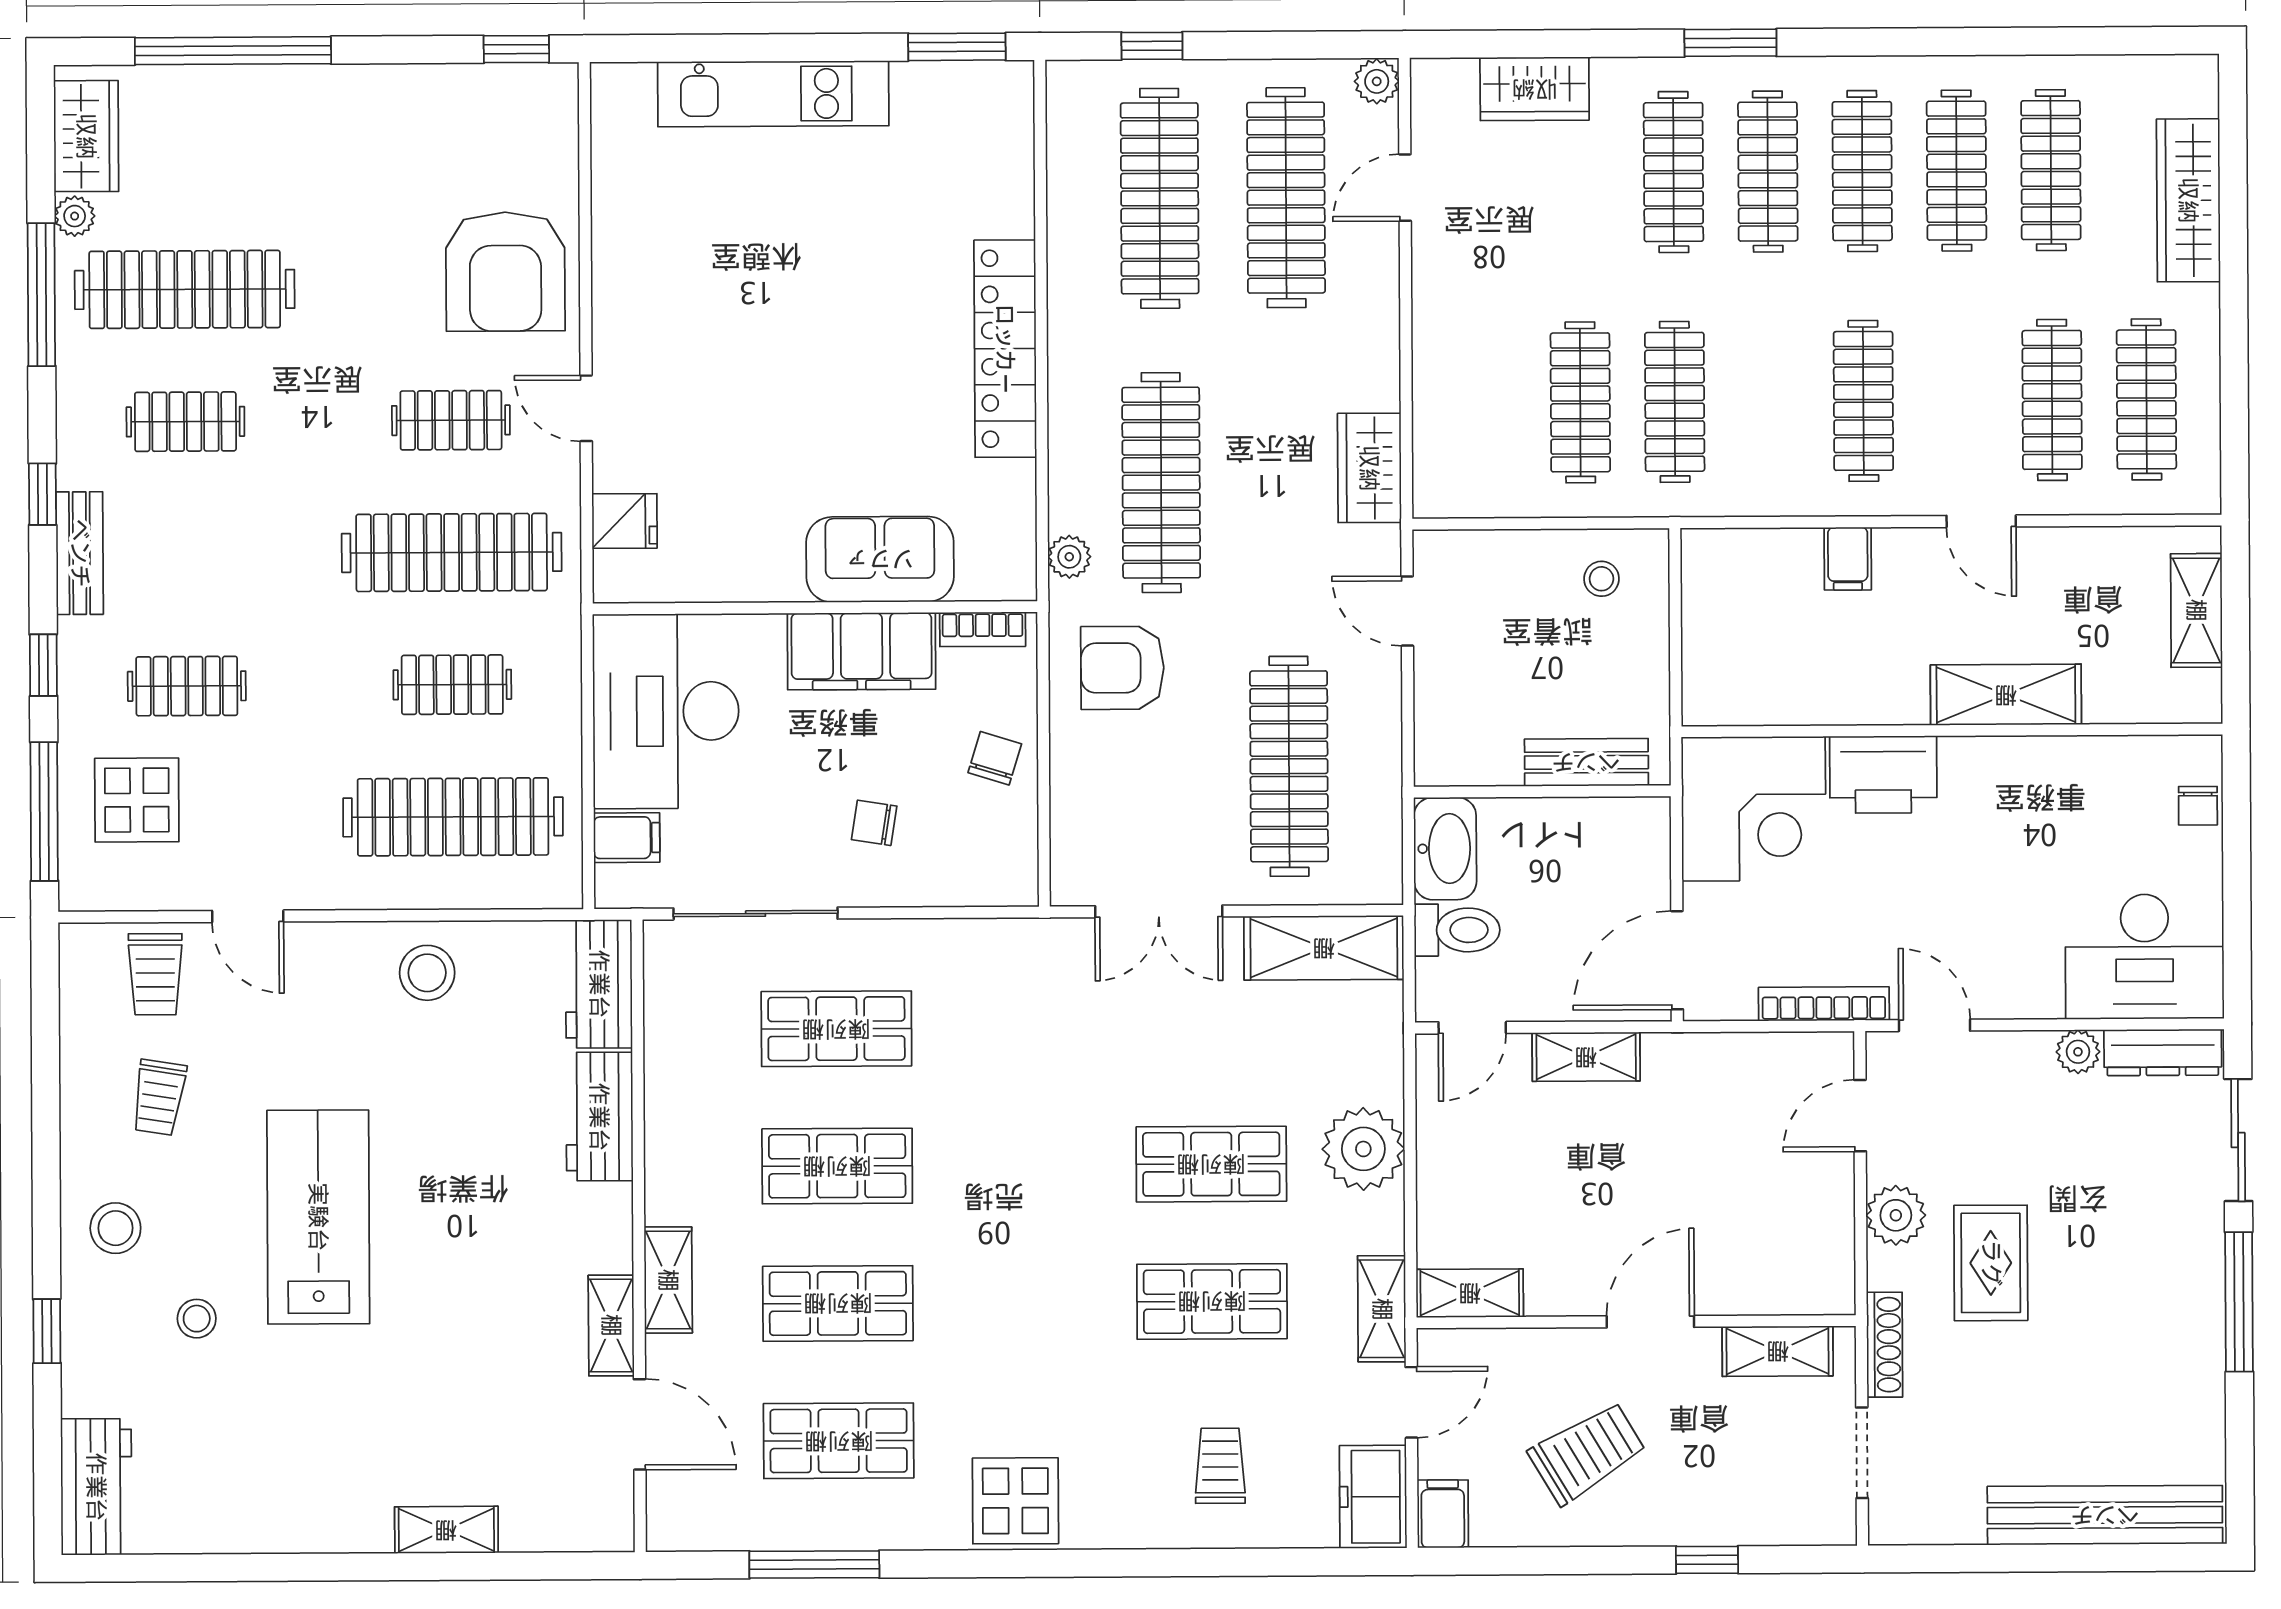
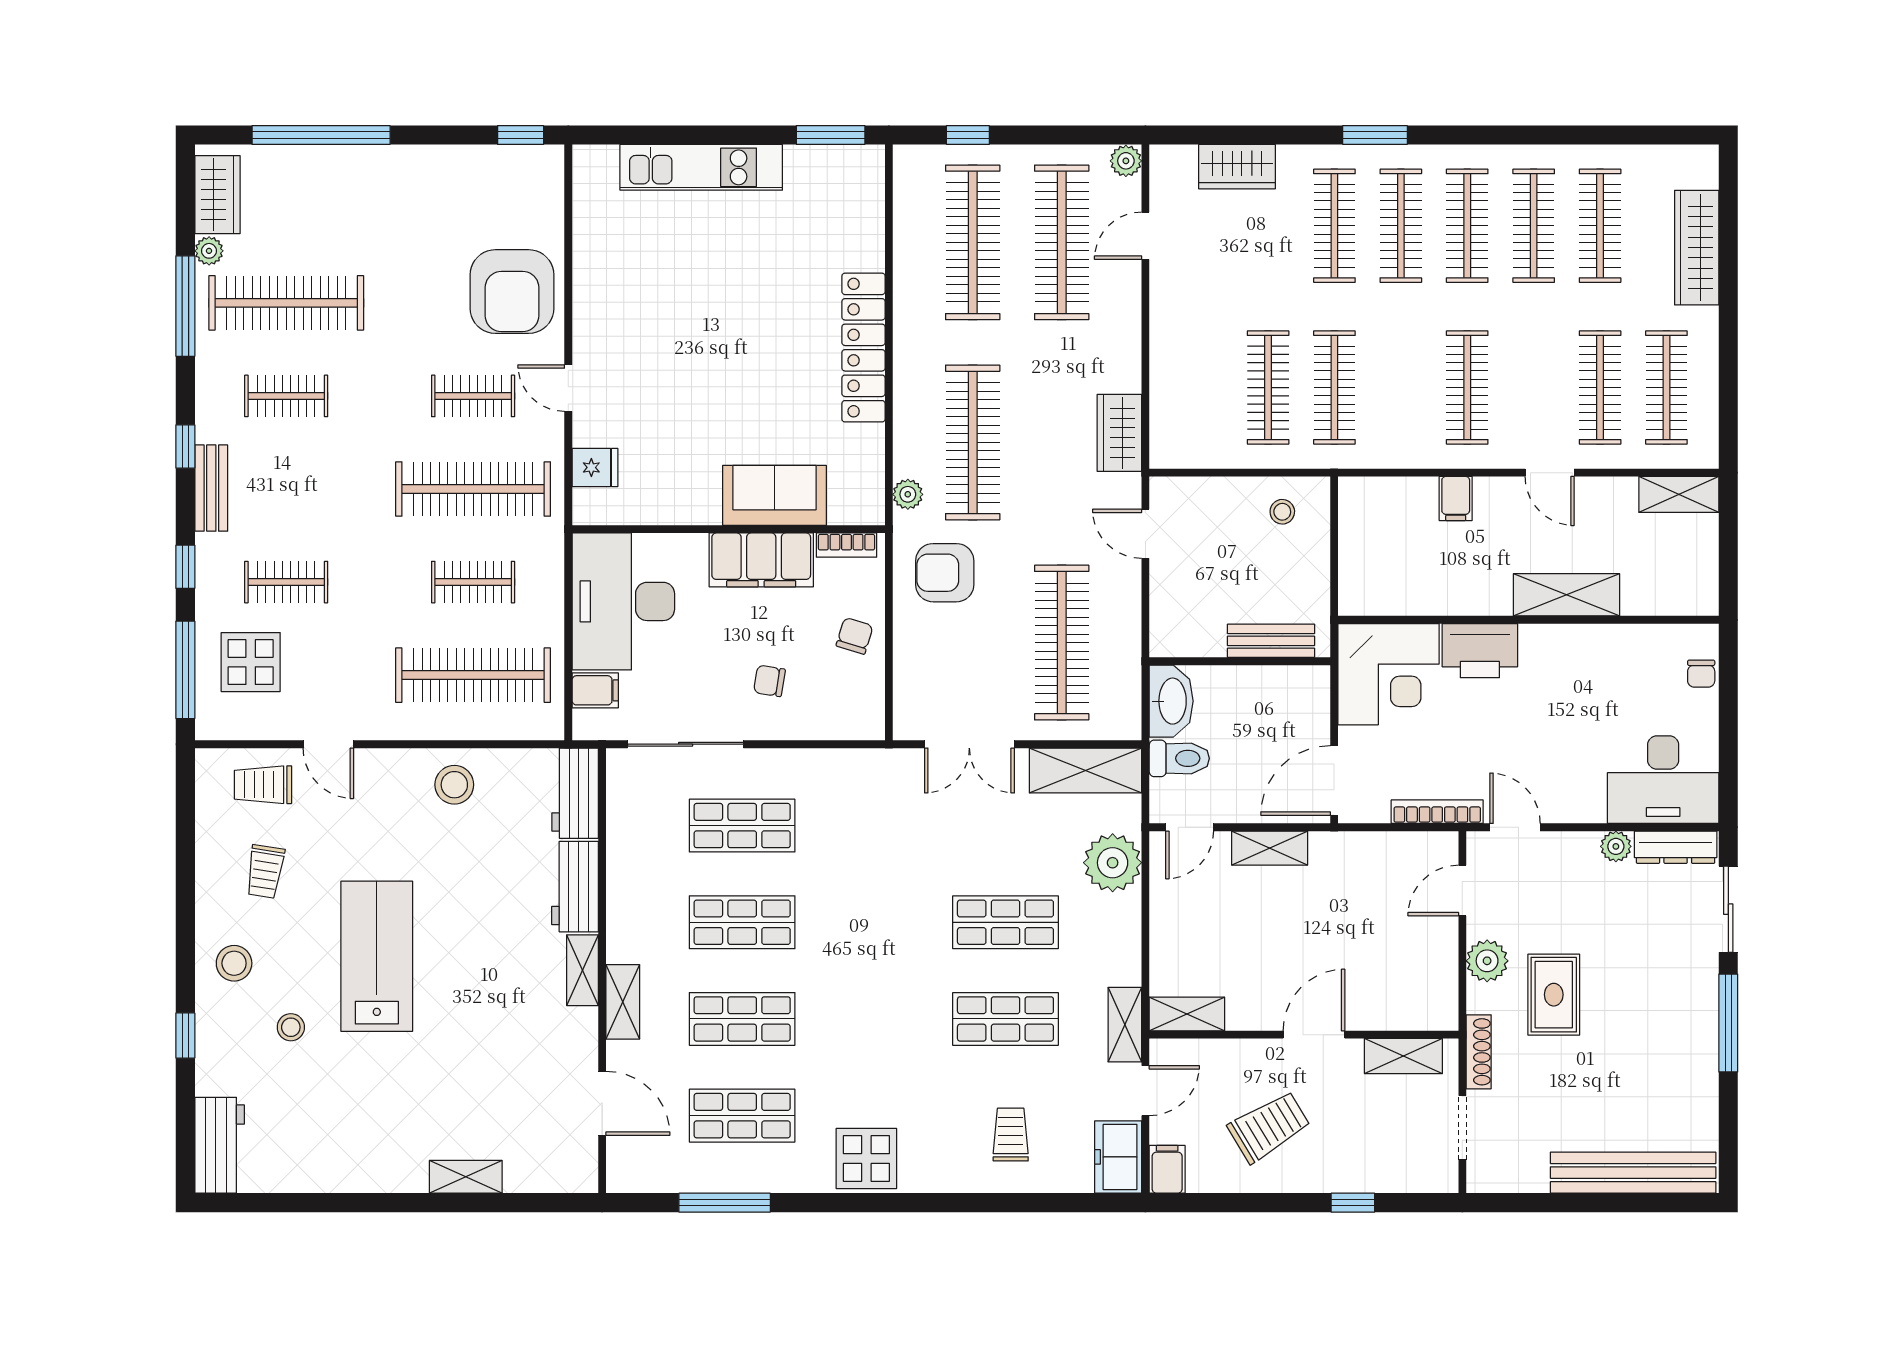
shelving: (2196, 610) -> (1679, 494), moved, turned 90
trolley: (155, 974) -> (263, 785), turned 90
plant: (1363, 1149) -> (1113, 863), moved
shelving: (611, 1325) -> (583, 970), moved

